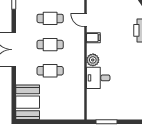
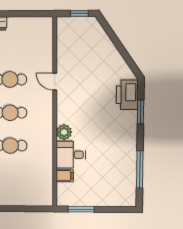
filing cabinet: (93, 38) -> (65, 176), moved

